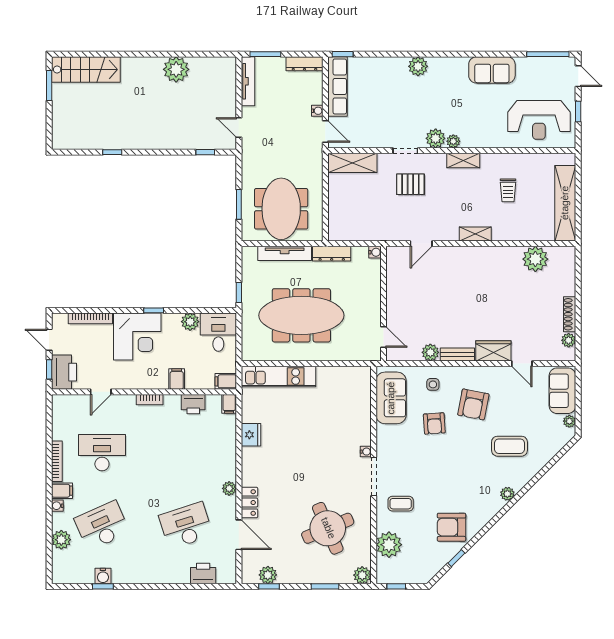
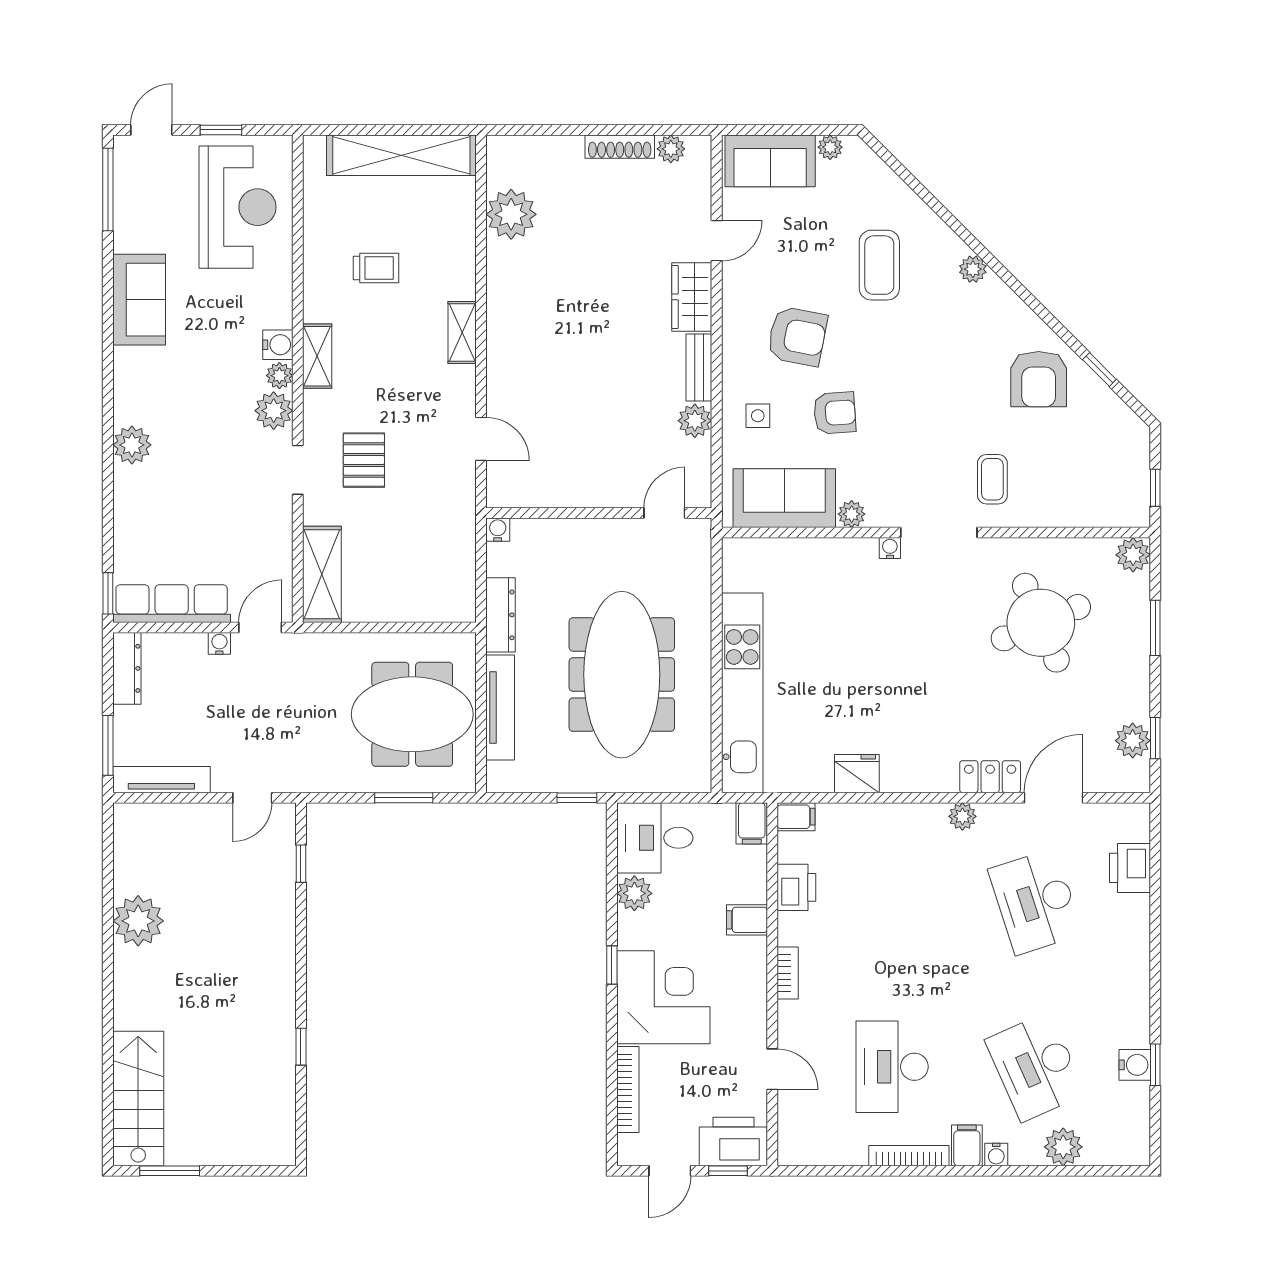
water cooler: (469, 140) -> (278, 345), added
kitchen unit: (278, 376) -> (742, 693), width x1.36
plant: (389, 545) -> (852, 514), moved, width x0.53, depth x0.53

